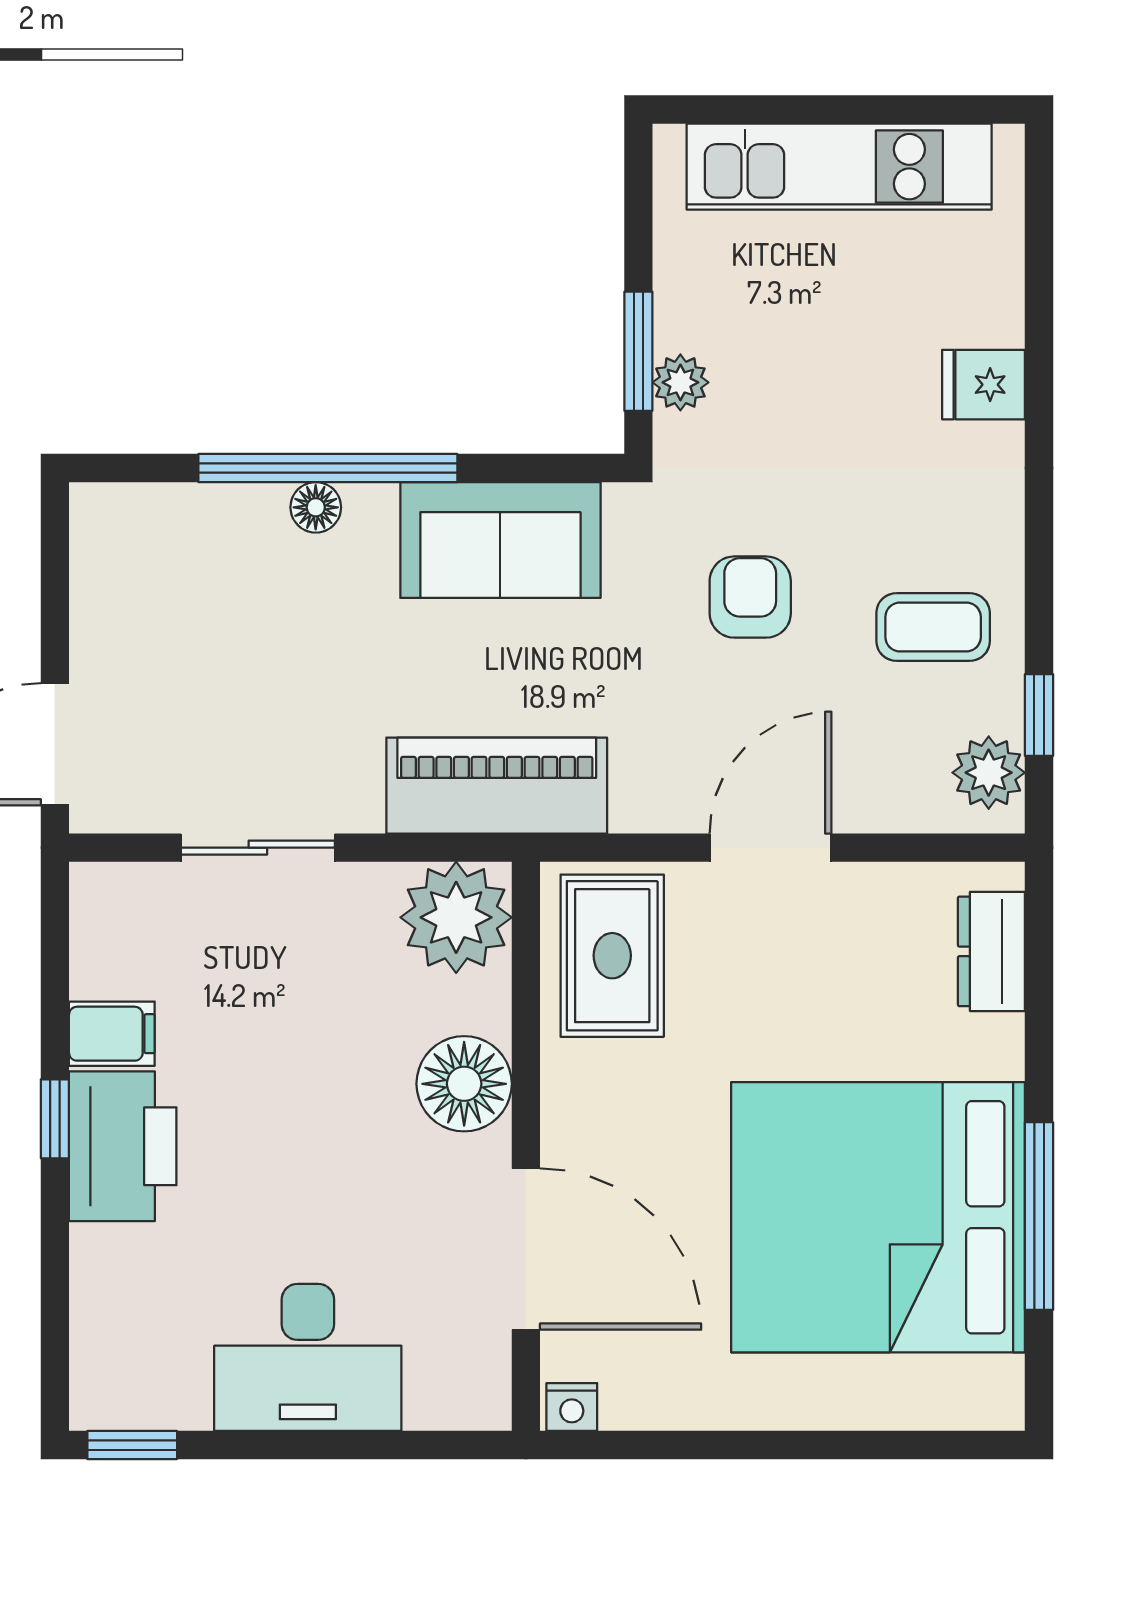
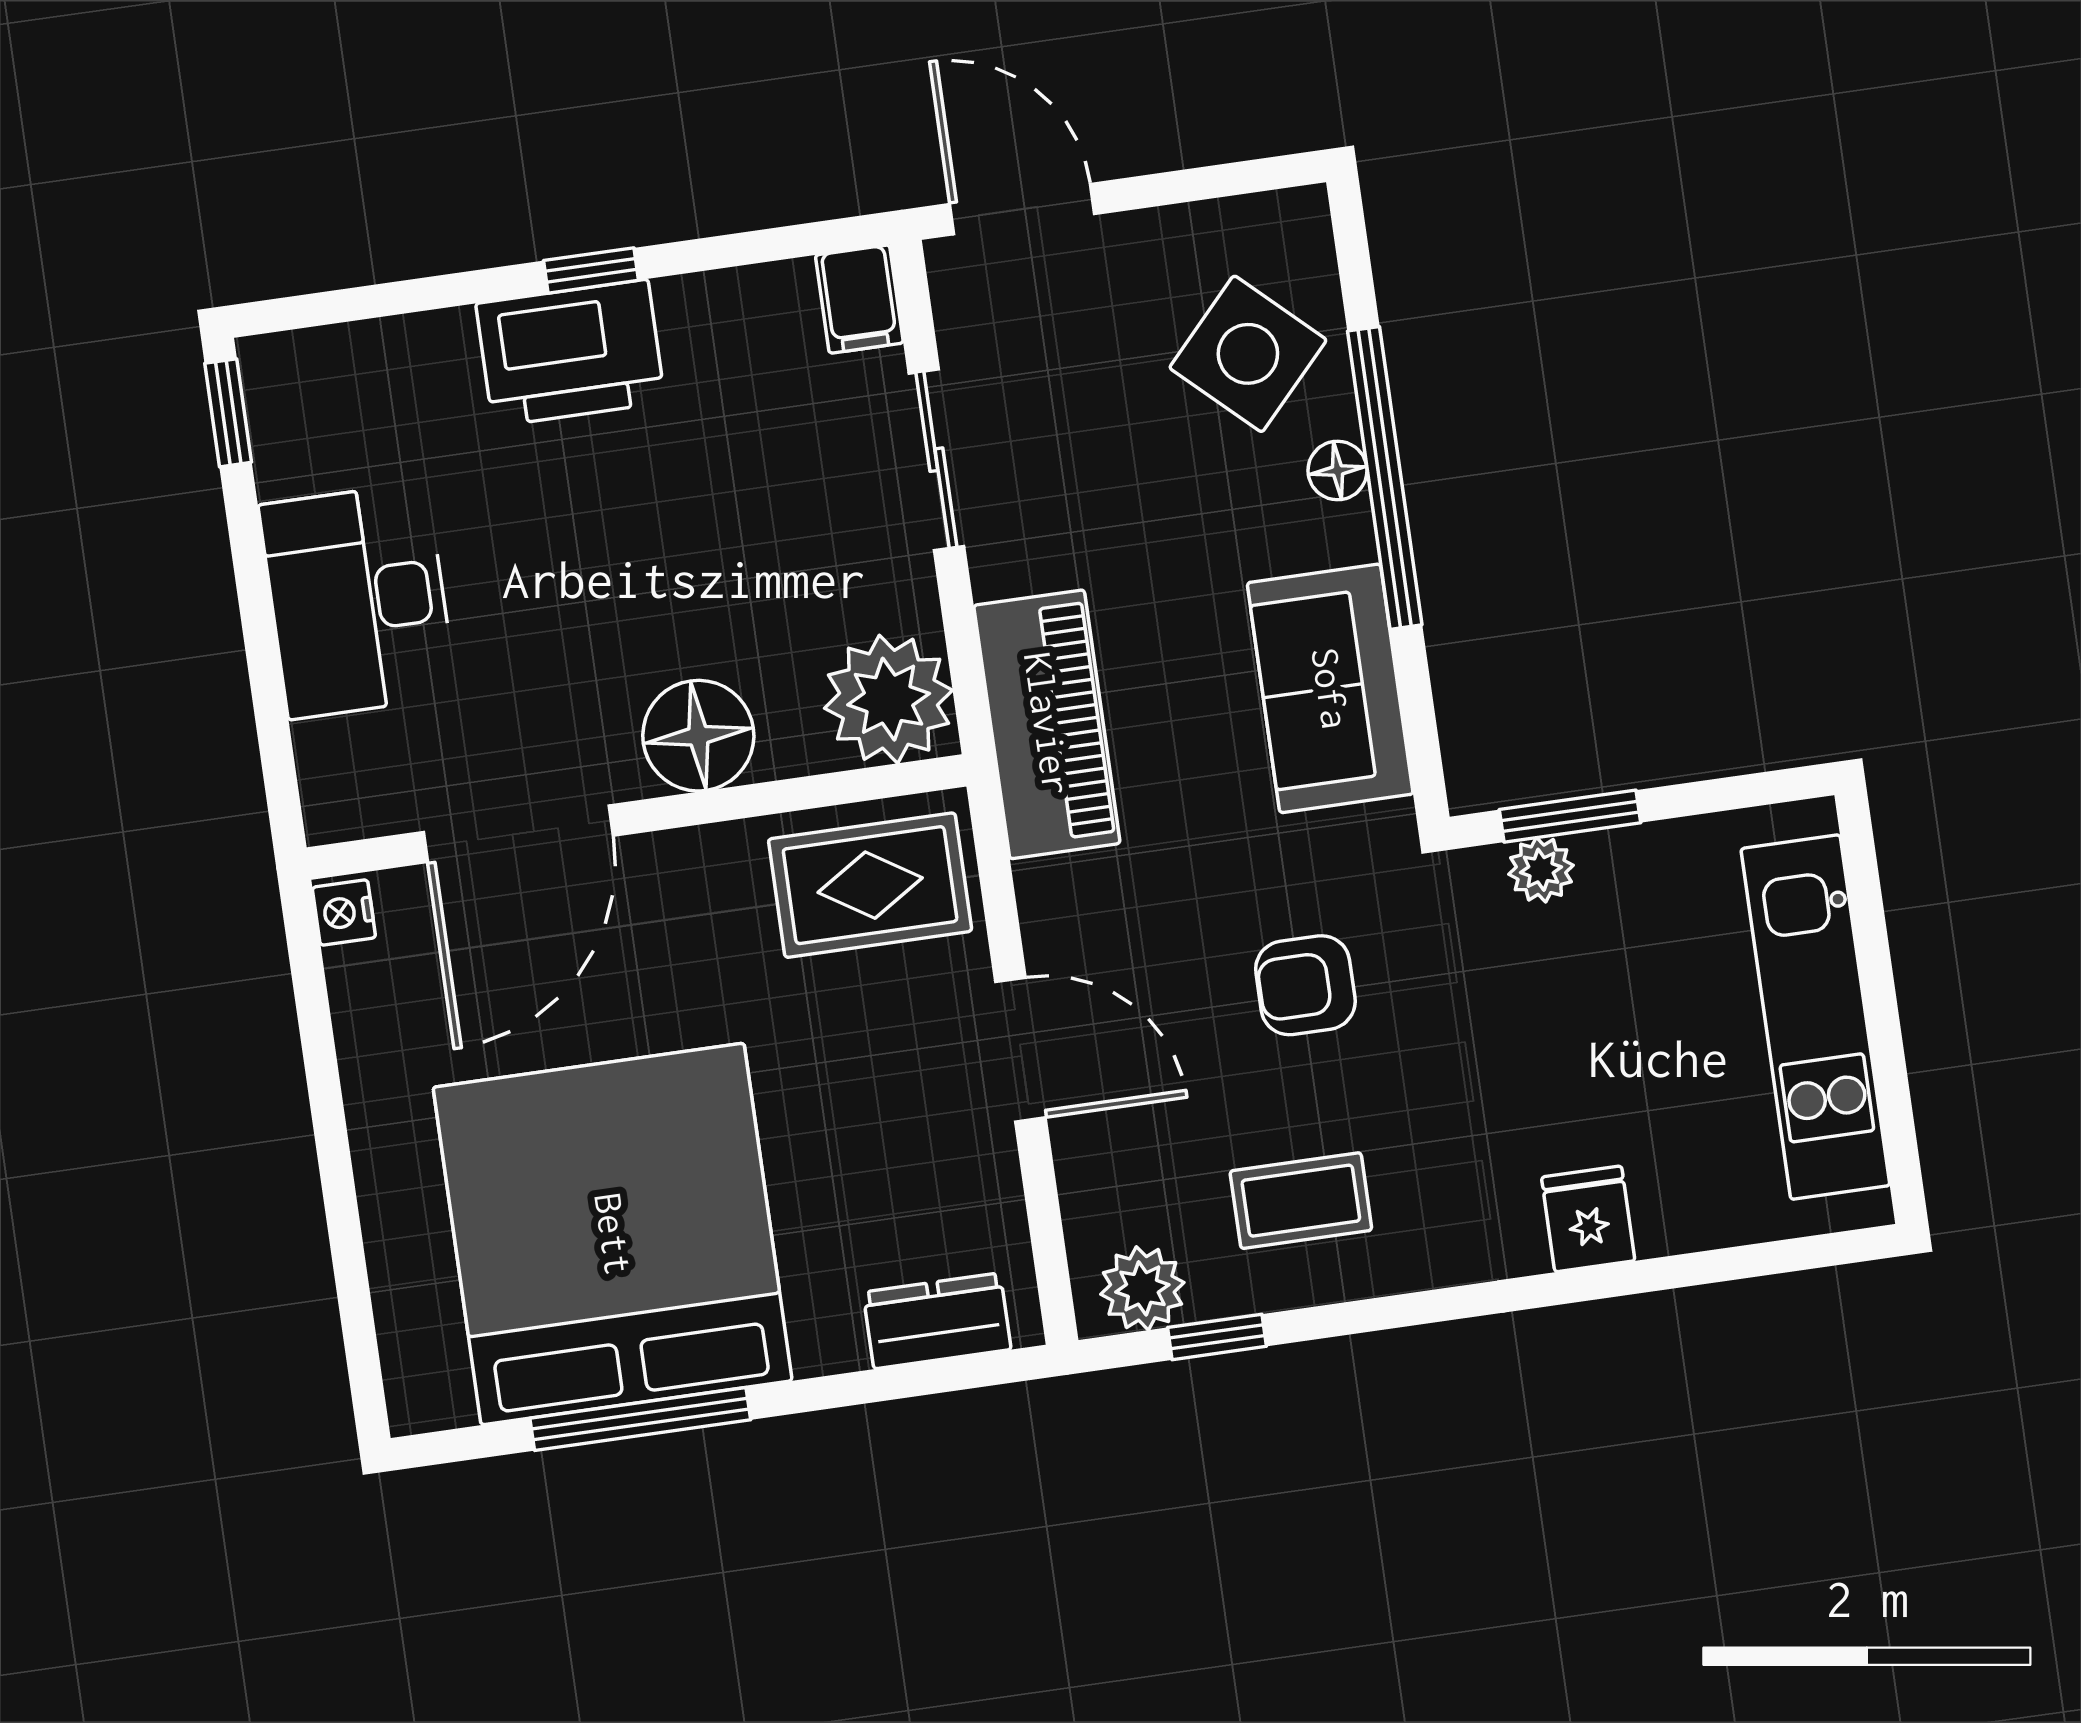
side table: (206, 569) -> (1248, 354), added
armchair: (750, 597) -> (1305, 985), turned 180
coffee table: (933, 627) -> (1301, 1201), turned 90
filing cabinet: (112, 1034) -> (859, 299), moved

